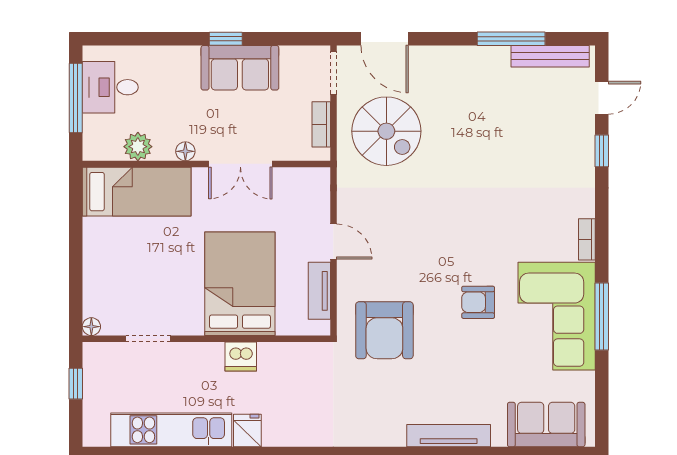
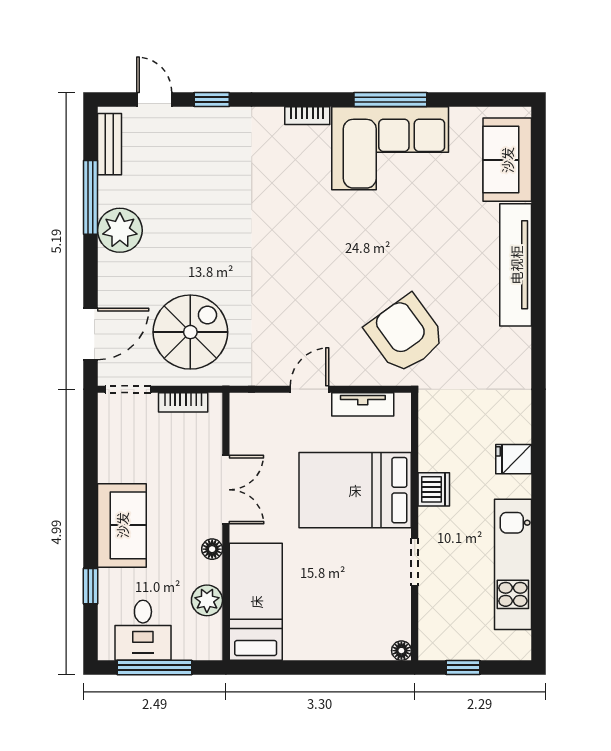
window: (226, 39) -> (91, 586), moved
bench: (550, 56) -> (109, 144), width x0.73
plant: (481, 66) -> (120, 230), added
sofa: (240, 68) -> (122, 525), moved
armchair: (478, 302) -> (375, 233), removed
armchair: (384, 330) -> (405, 334), turned -126
doorway: (148, 339) -> (415, 562), moved
fridge: (247, 431) -> (514, 459), moved
tv unit: (449, 436) -> (516, 265), width x1.36, depth x1.29

